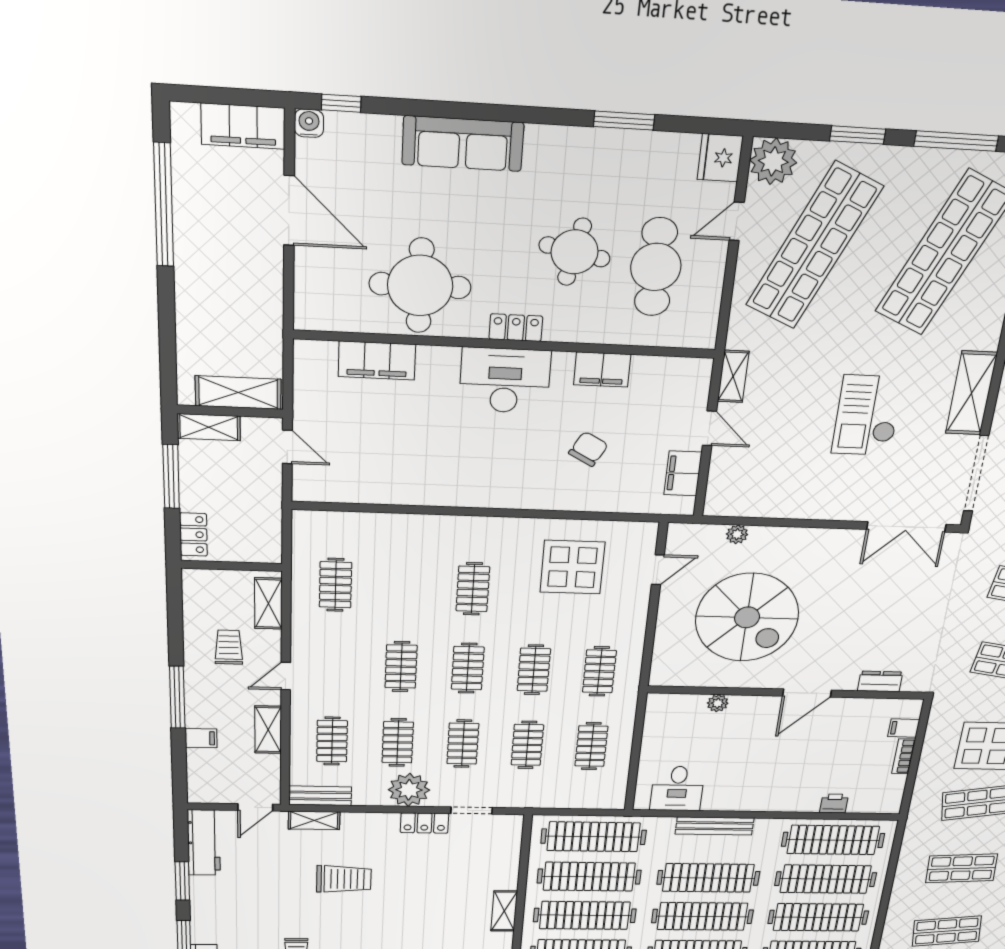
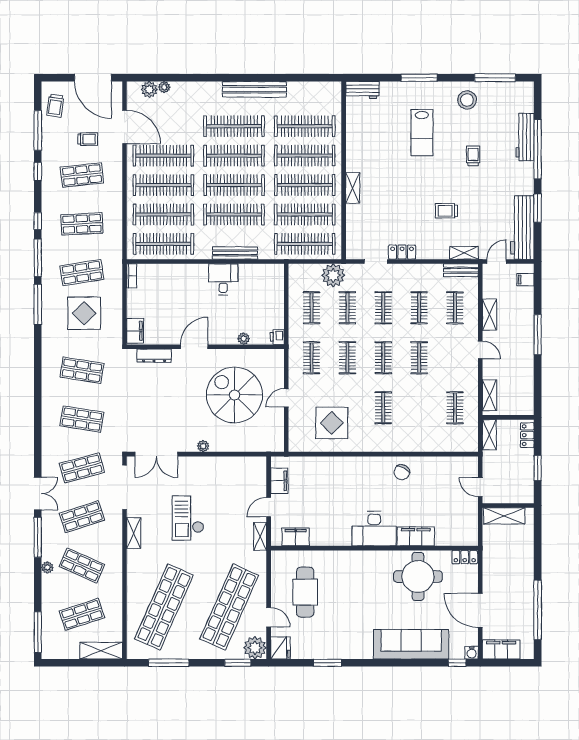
window: (858, 135) -> (238, 663), moved
sofa: (463, 144) -> (411, 644), width x1.36, depth x1.27
door: (737, 221) -> (269, 617), hinge flipped
round table: (575, 252) -> (345, 598), removed
locker: (516, 328) -> (465, 557), moved
filing cabinet: (377, 360) -> (416, 536), moved
filing cabinet: (602, 370) -> (296, 537), moved
shelving: (971, 393) -> (134, 533), width x0.67, depth x0.75
checkout: (867, 415) -> (188, 518), turned 180
shelving: (209, 427) -> (489, 435), moved, turned 90
door: (709, 428) -> (269, 507), hinge flipped
chair: (588, 449) -> (402, 472), moved
window: (171, 477) -> (538, 468), width x0.69
double door: (906, 527) -> (156, 454), swing flipped
plant: (737, 534) -> (203, 446), moved
door: (658, 570) -> (286, 398), moved
trolley: (229, 647) -> (510, 367), removed
door: (286, 676) -> (480, 350), hinge flipped
dresser: (880, 681) -> (154, 356), width x1.44
filing cabinet: (904, 728) -> (135, 331), width x2.00
filing cabinet: (201, 738) -> (526, 280), moved
bookcase: (904, 756) -> (132, 276), moved
desk: (677, 789) -> (223, 279), moved
plant: (409, 790) -> (333, 275), moved
printer: (834, 803) -> (277, 337), moved, turned 90
workbench: (204, 843) -> (522, 227), width x1.36, depth x1.32
trolley: (344, 879) -> (446, 211), width x0.73, depth x0.72

